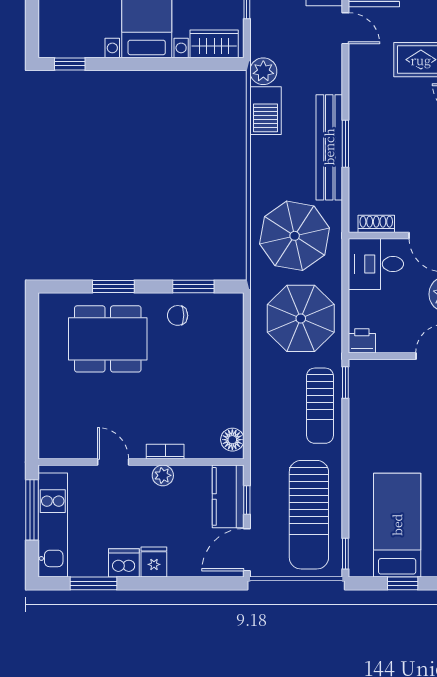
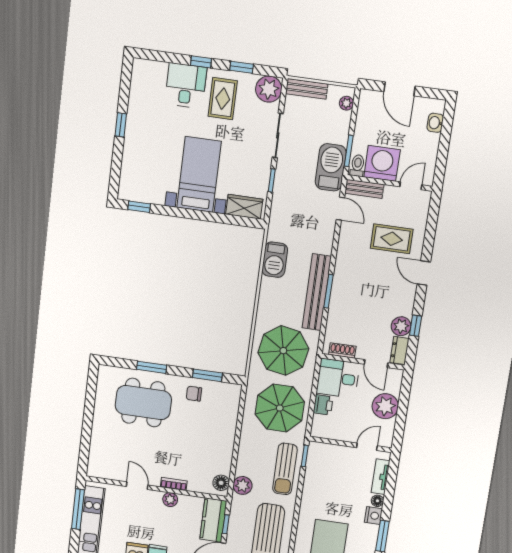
plant: (263, 71) -> (243, 485), moved
printer: (362, 341) -> (323, 405), moved, turned 90

